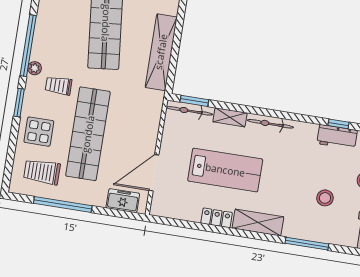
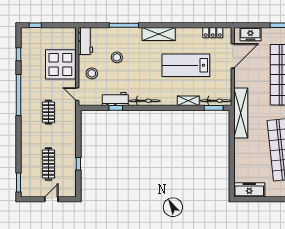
shelving: (161, 52) -> (241, 113), moved
bicycle: (270, 124) -> (145, 101), moved
locker: (217, 218) -> (213, 33), moved

